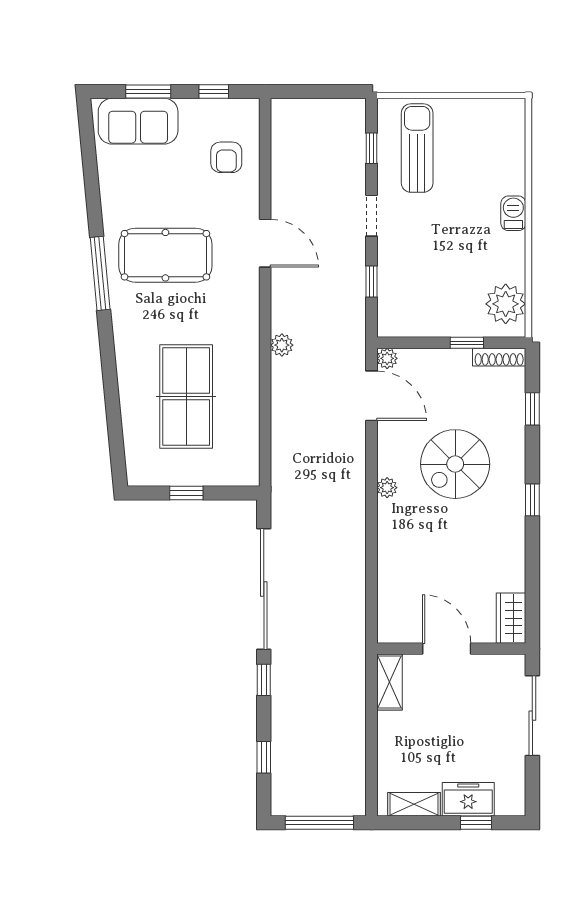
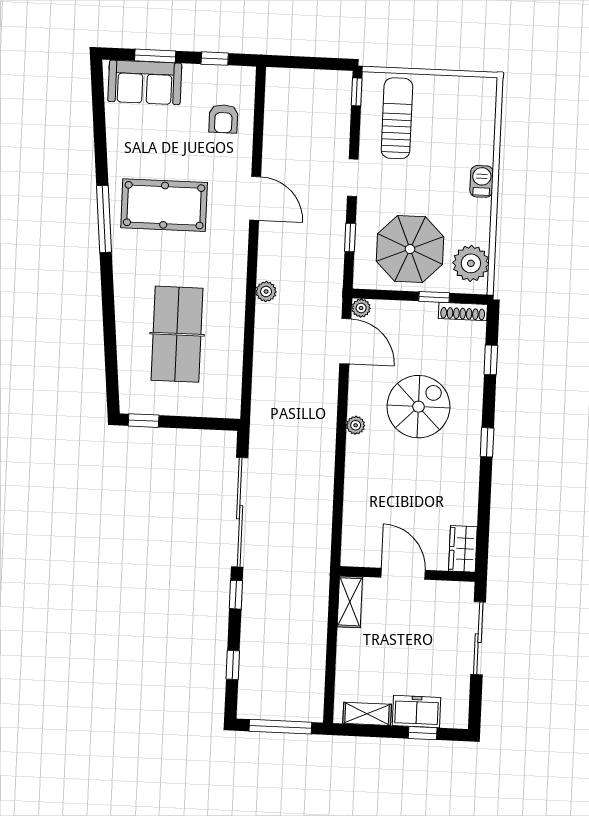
window: (372, 148) -> (357, 92), moved
parasol: (438, 291) -> (410, 249), added
spiral stairs: (455, 464) -> (418, 407), turned 180
window: (186, 493) -> (144, 421), moved

